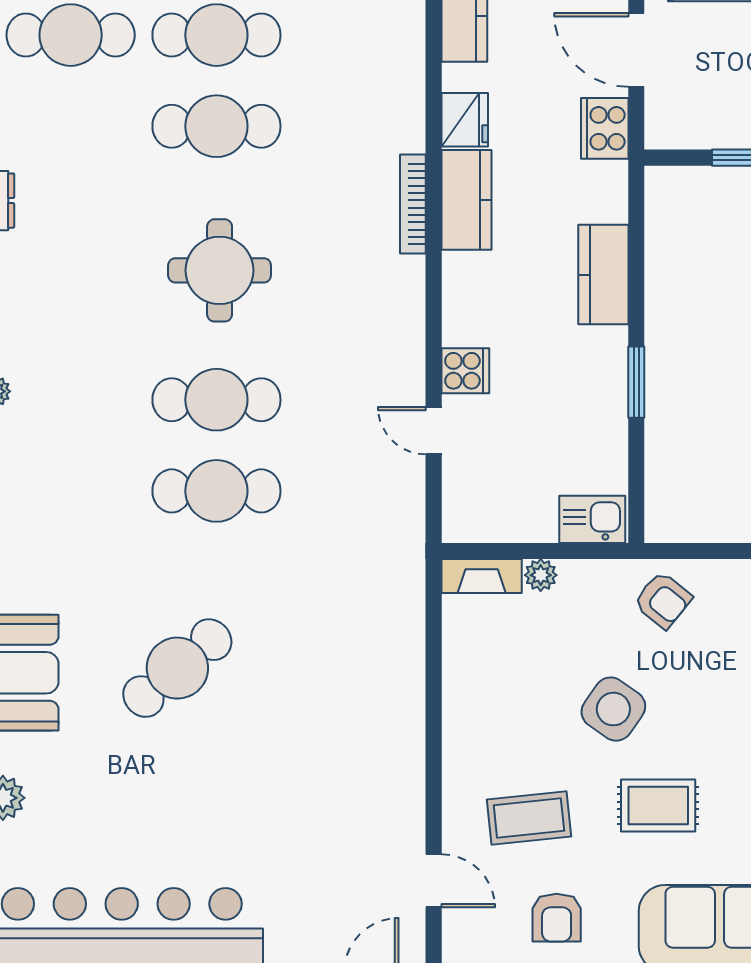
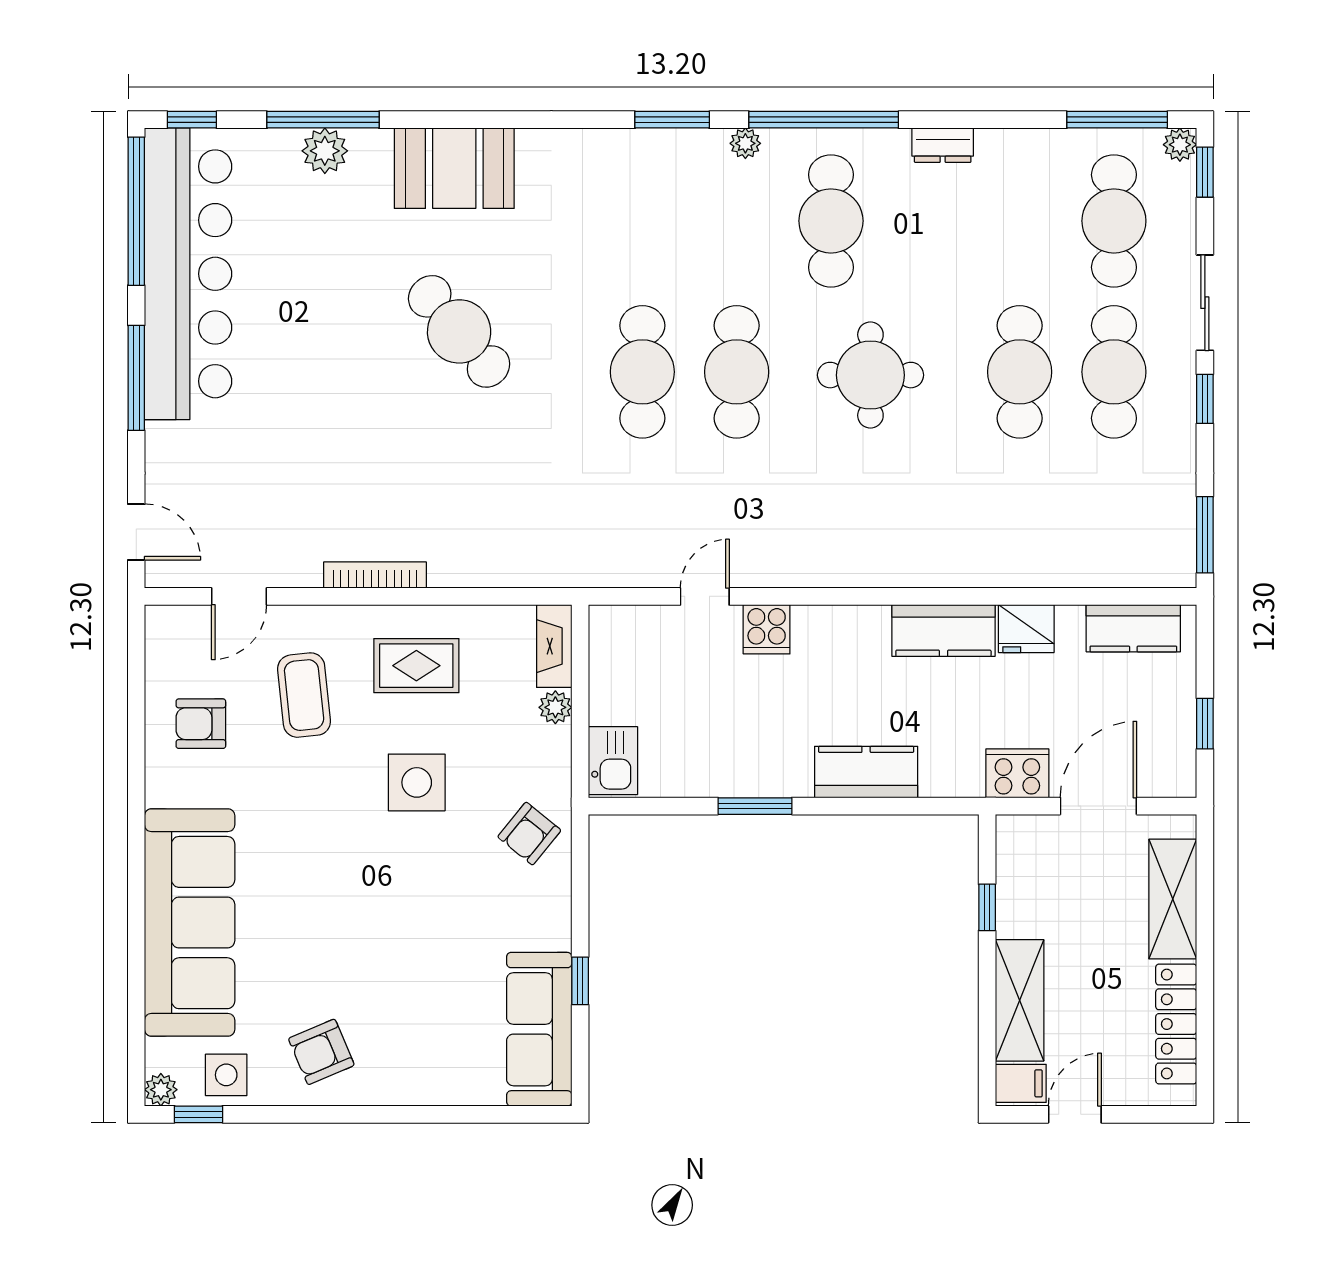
bookcase: (413, 204) -> (375, 575), moved
cafe table: (71, 309) -> (831, 221), added
side table: (613, 709) -> (417, 782), turned -35
rug: (658, 805) -> (416, 666), moved, turned 90

